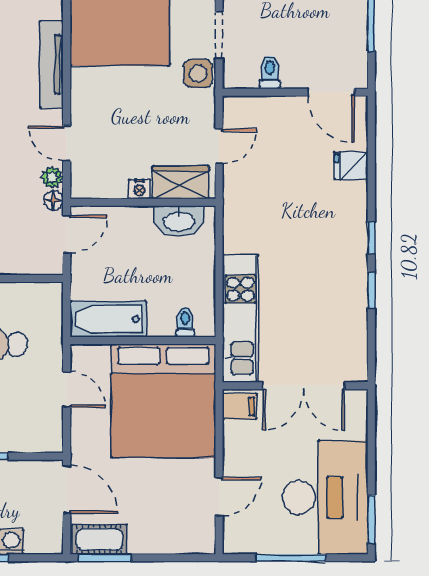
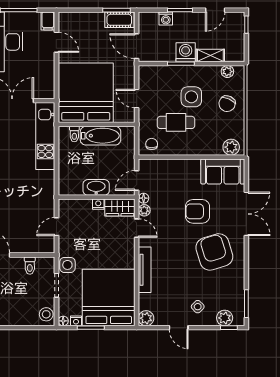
wardrobe: (181, 182) -> (120, 208), moved
washbasin: (179, 221) -> (96, 187), moved
chair: (38, 303) -> (152, 144), added
bathtub: (108, 319) -> (100, 136), moved
filing cabinet: (240, 406) -> (48, 21), moved, turned -90
door: (219, 497) -> (56, 42), swing flipped

